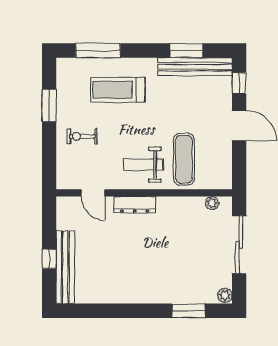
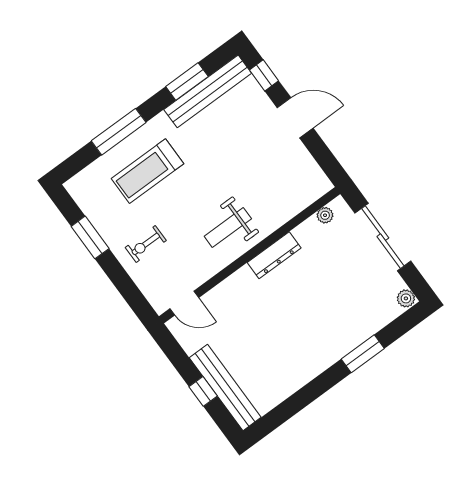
window: (98, 51) -> (119, 132), moved
exercise mat: (184, 159) -> (265, 192), removed
door: (93, 193) -> (184, 303), moved
dresser: (135, 205) -> (274, 255), moved
window: (188, 311) -> (363, 354), moved

